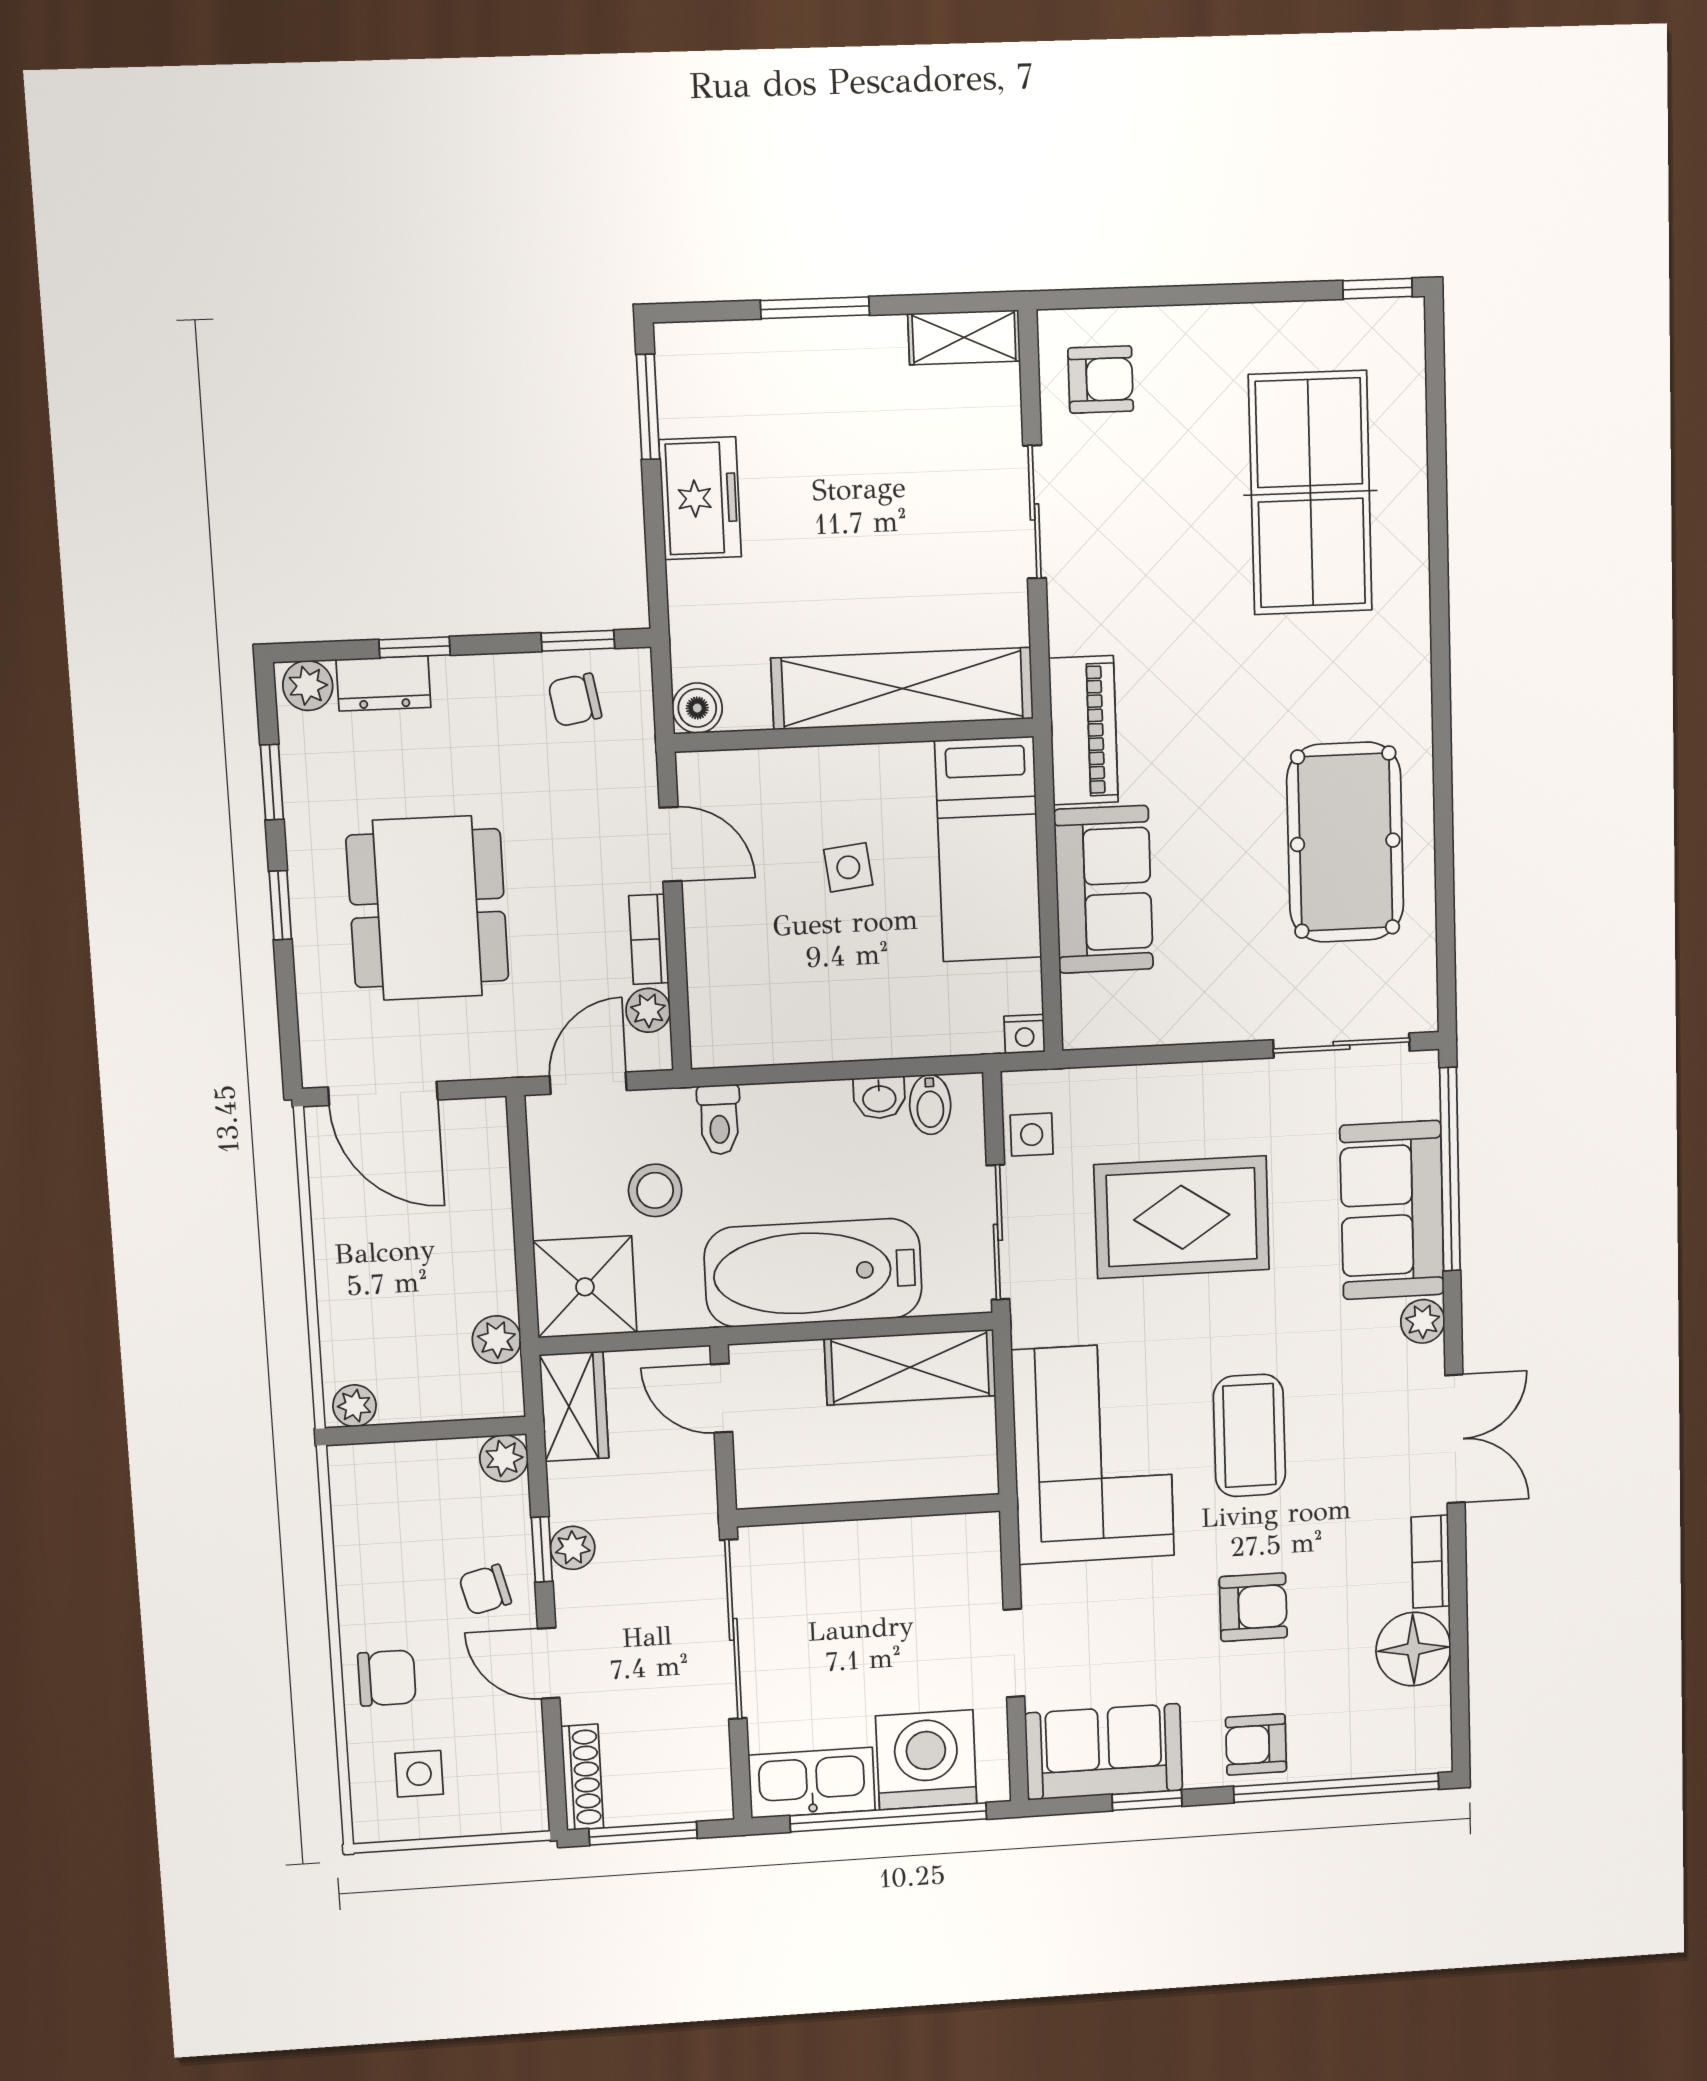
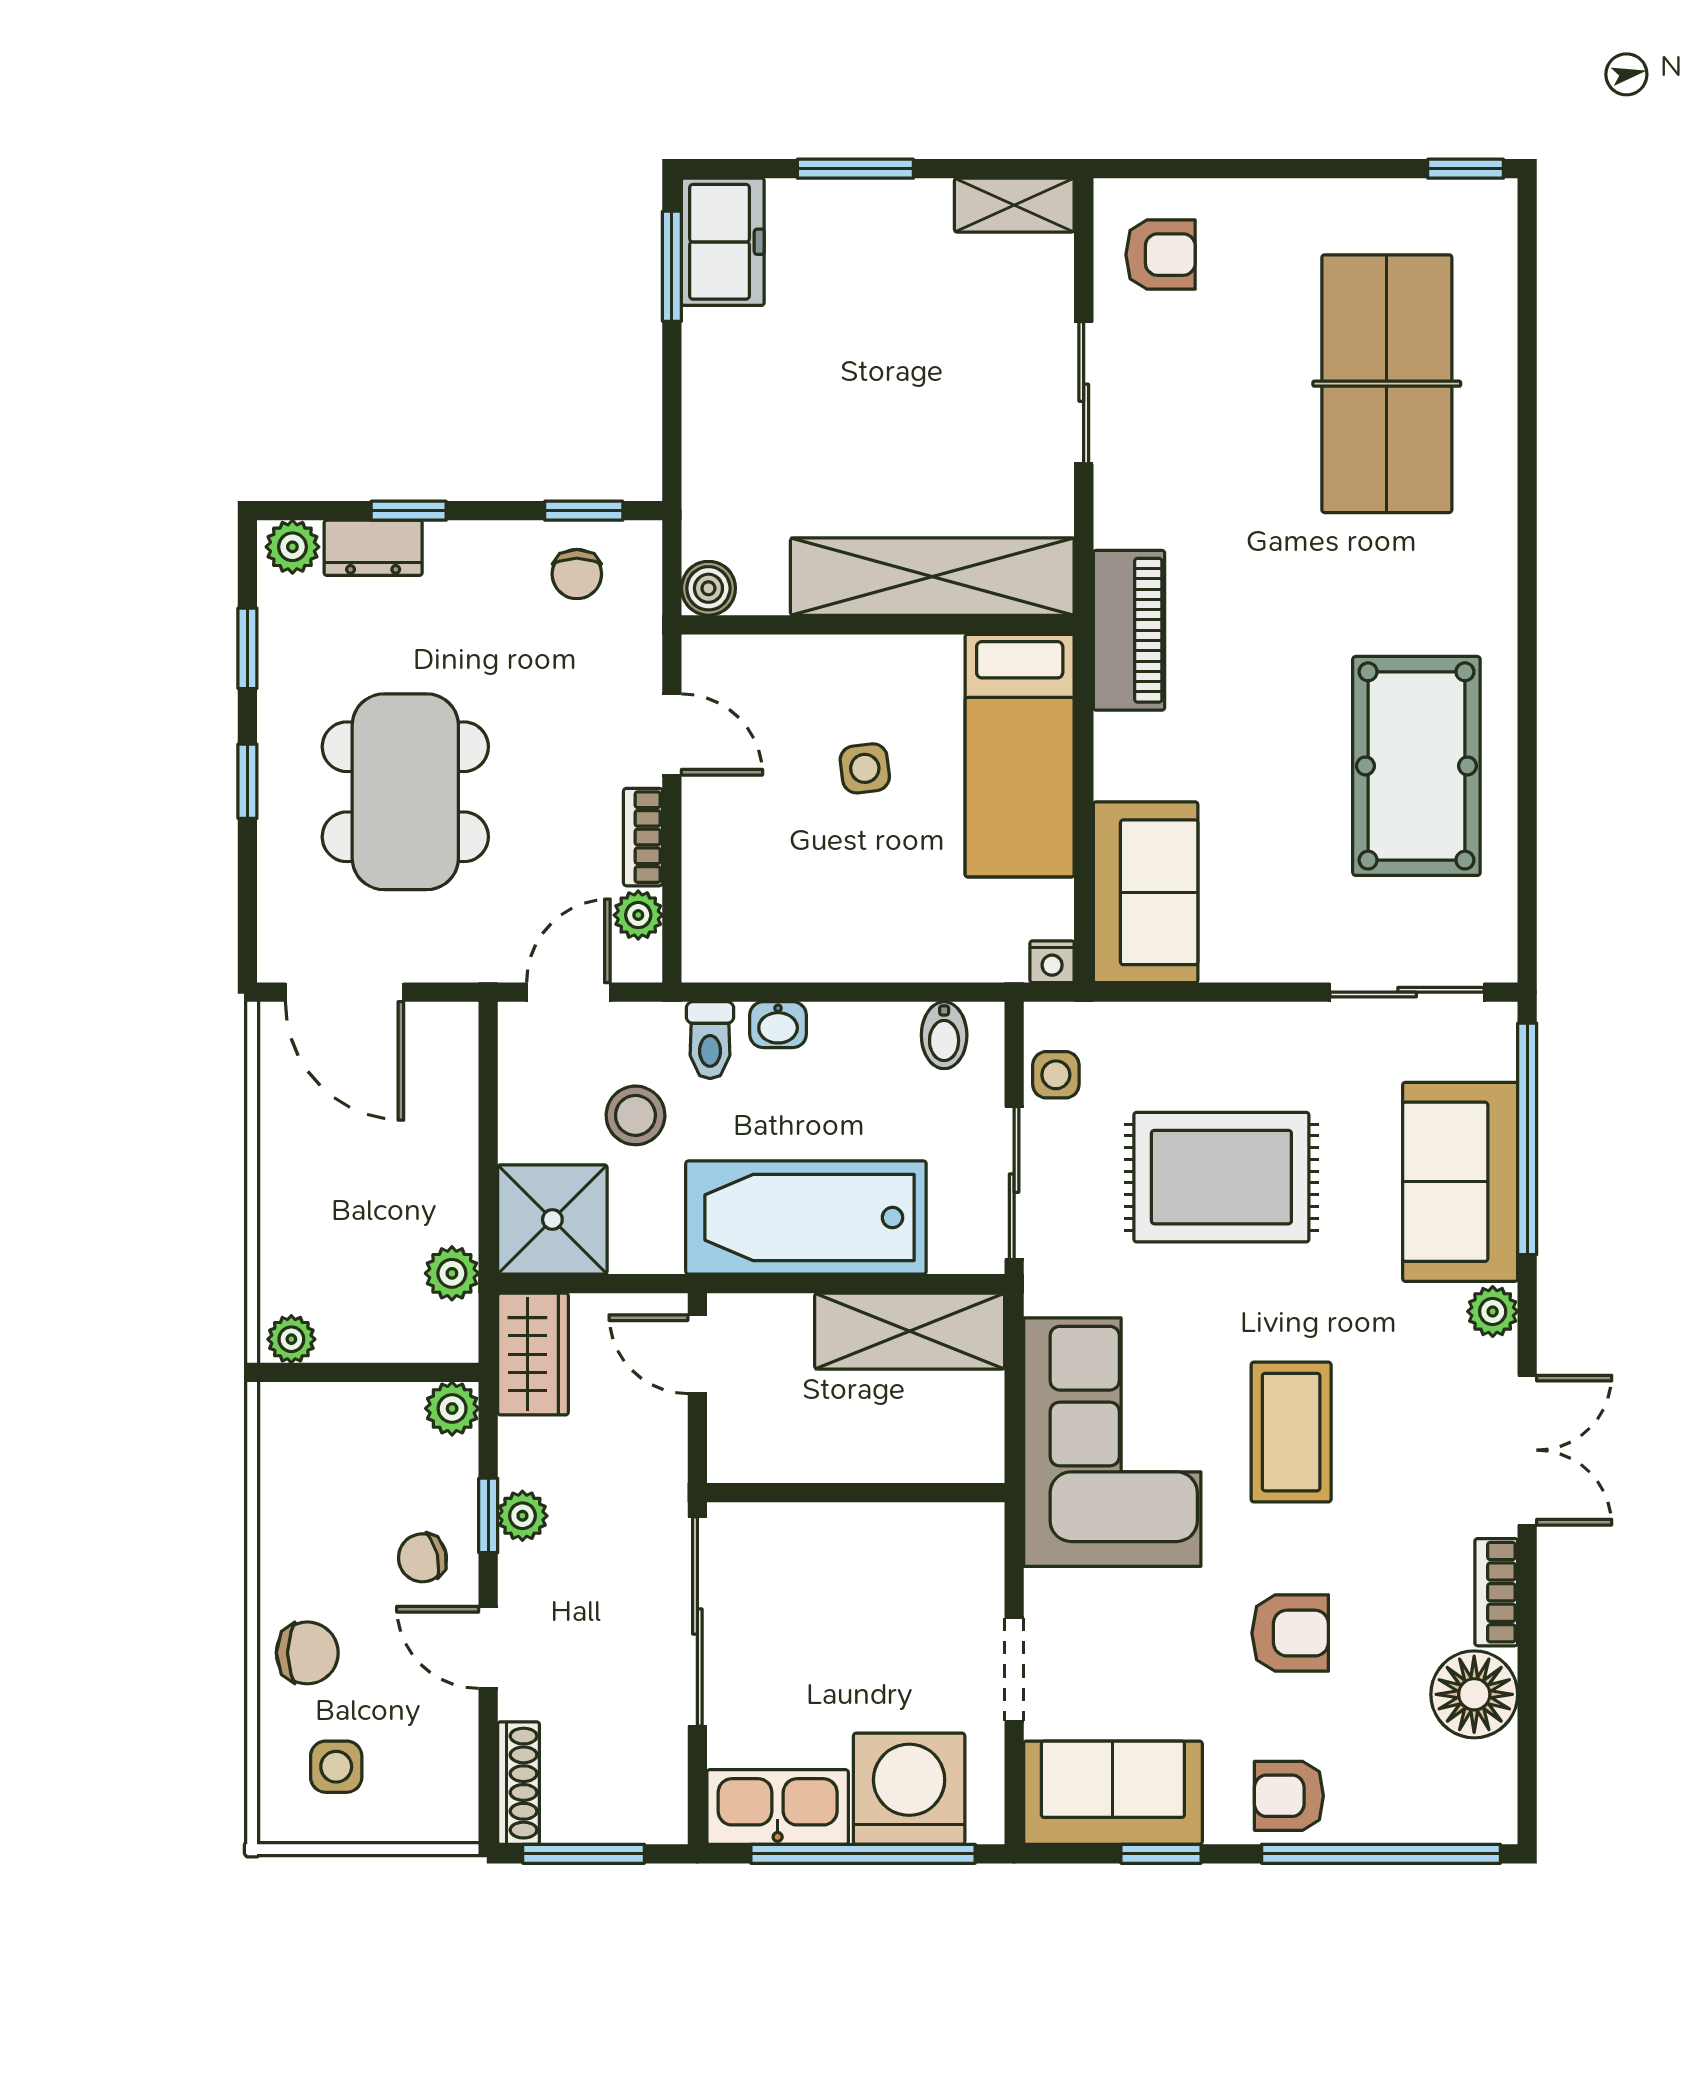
freezer: (700, 498) -> (723, 242), moved
chair: (575, 700) -> (577, 574), turned -80
sofa: (1104, 889) -> (1146, 892), moved
washbasin: (879, 1098) -> (778, 1025), moved

